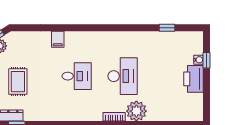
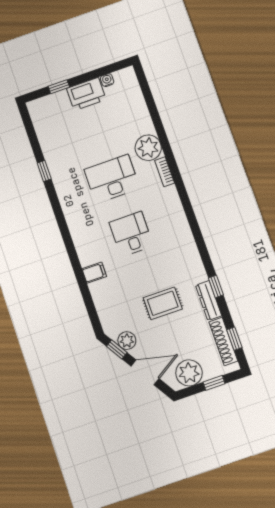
window: (167, 28) -> (44, 171), moved
water cooler: (199, 60) -> (107, 80), moved

